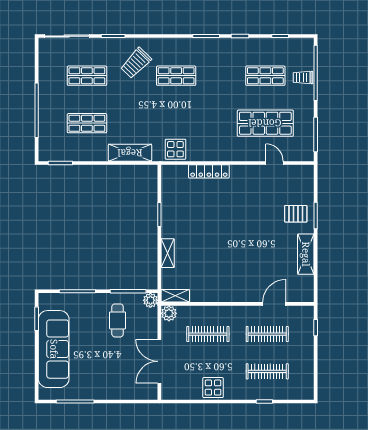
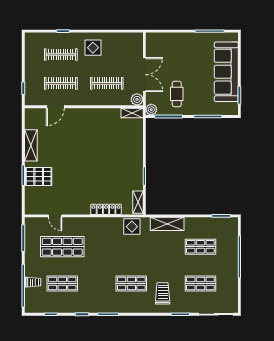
trolley: (136, 63) -> (163, 293), turned -44
pallet: (296, 214) -> (39, 177), width x1.50, depth x1.42
shelving: (168, 253) -> (138, 202), moved
double door: (159, 361) -> (144, 75), moved
display table: (213, 388) -> (93, 48), moved

